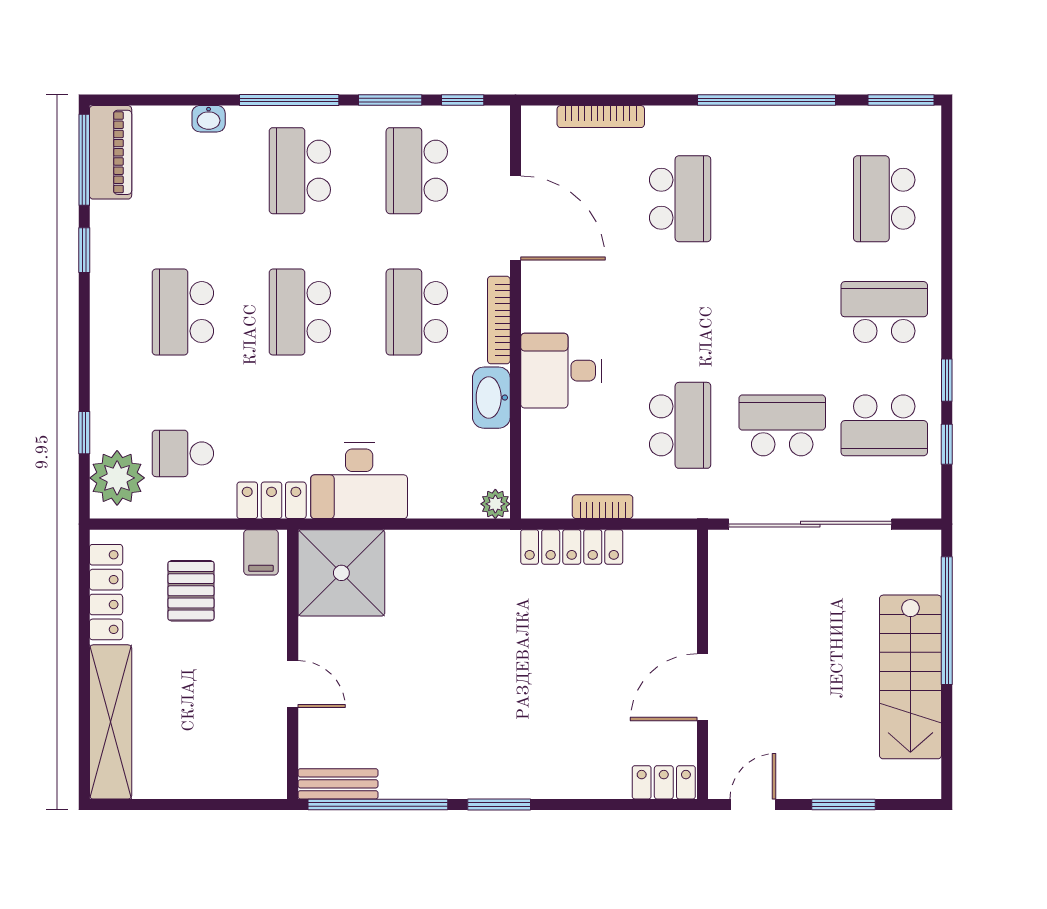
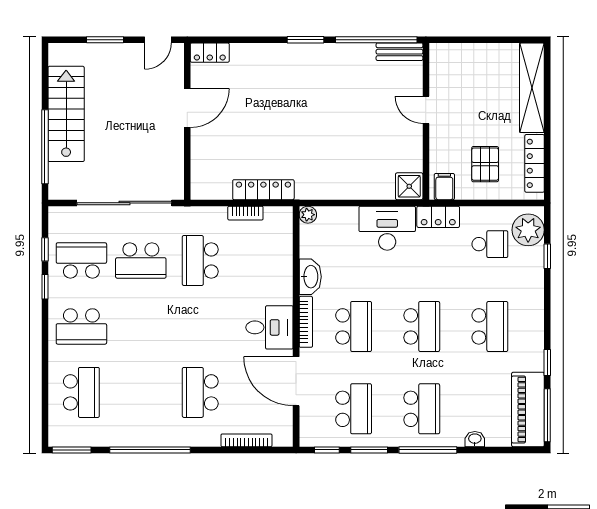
piano: (111, 152) -> (528, 409), width x1.37, depth x1.33
desk: (561, 371) -> (269, 327), moved
shower: (341, 573) -> (409, 186), width x0.54, depth x0.54

